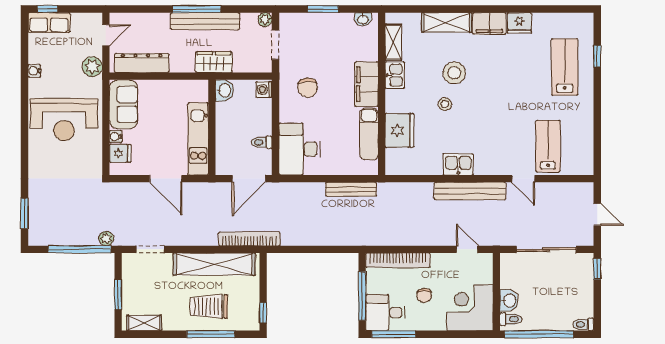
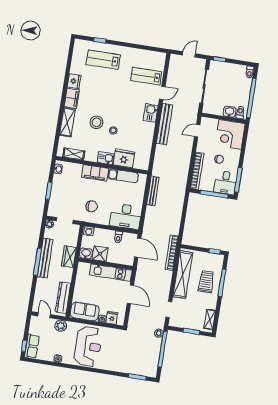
kitchen sink: (395, 75) -> (106, 158), moved
shower: (228, 115) -> (100, 254), added
kitchen sink: (458, 164) -> (151, 113), moved
door: (166, 179) -> (130, 294), hinge flipped
trolley: (209, 306) -> (206, 282), turned 180

